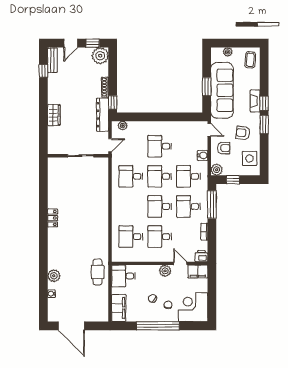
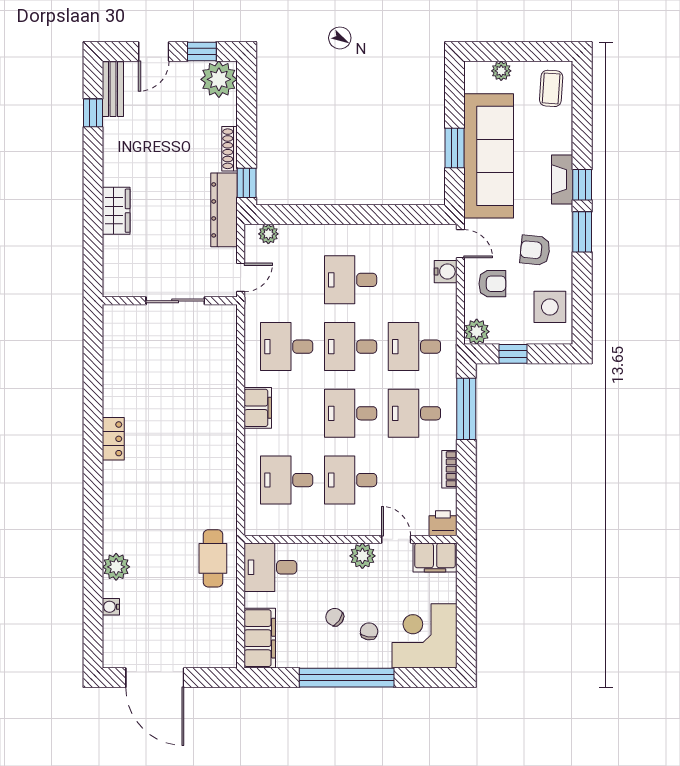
water cooler: (203, 155) -> (446, 272), moved
filing cabinet: (118, 204) -> (258, 408), added

